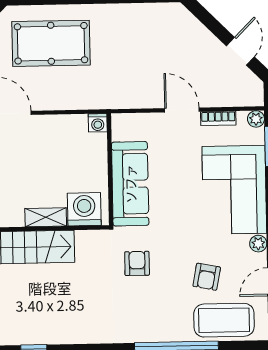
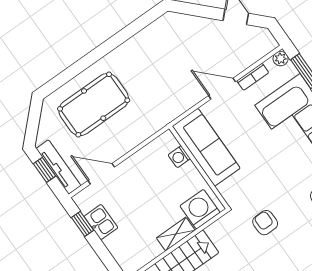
washing machine: (98, 123) -> (179, 157), moved, turned 90
sofa: (130, 184) -> (206, 147), moved

